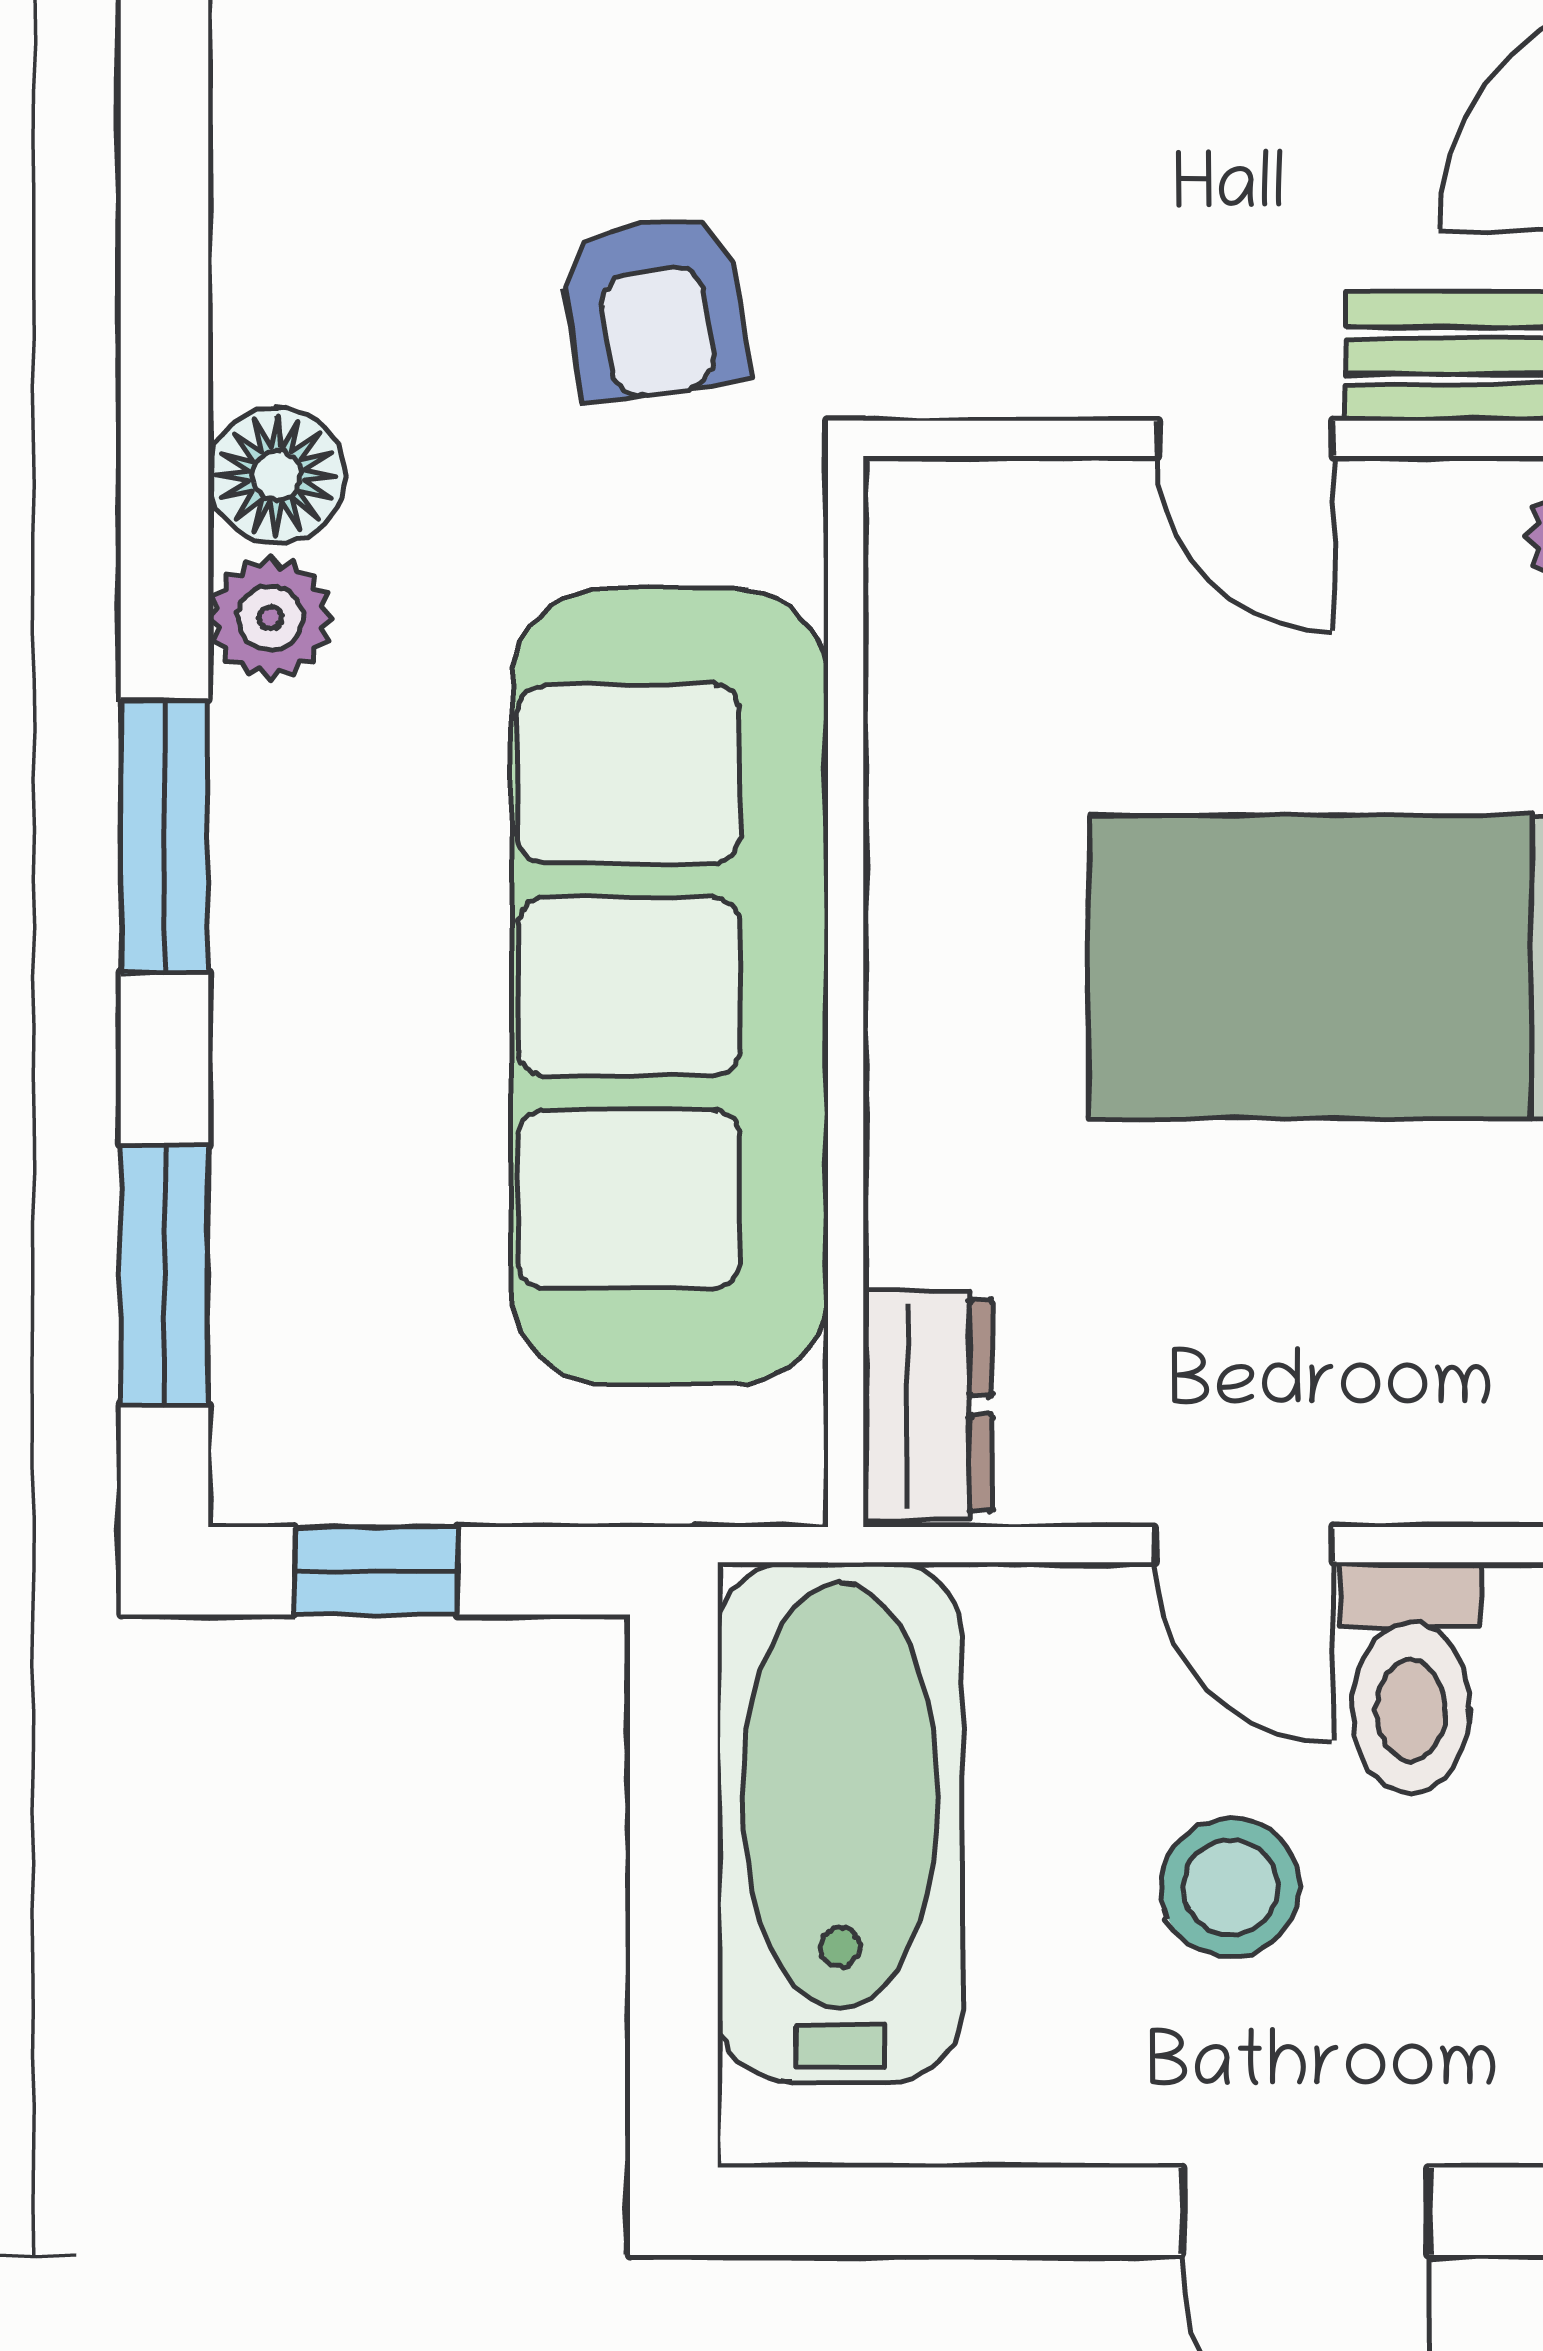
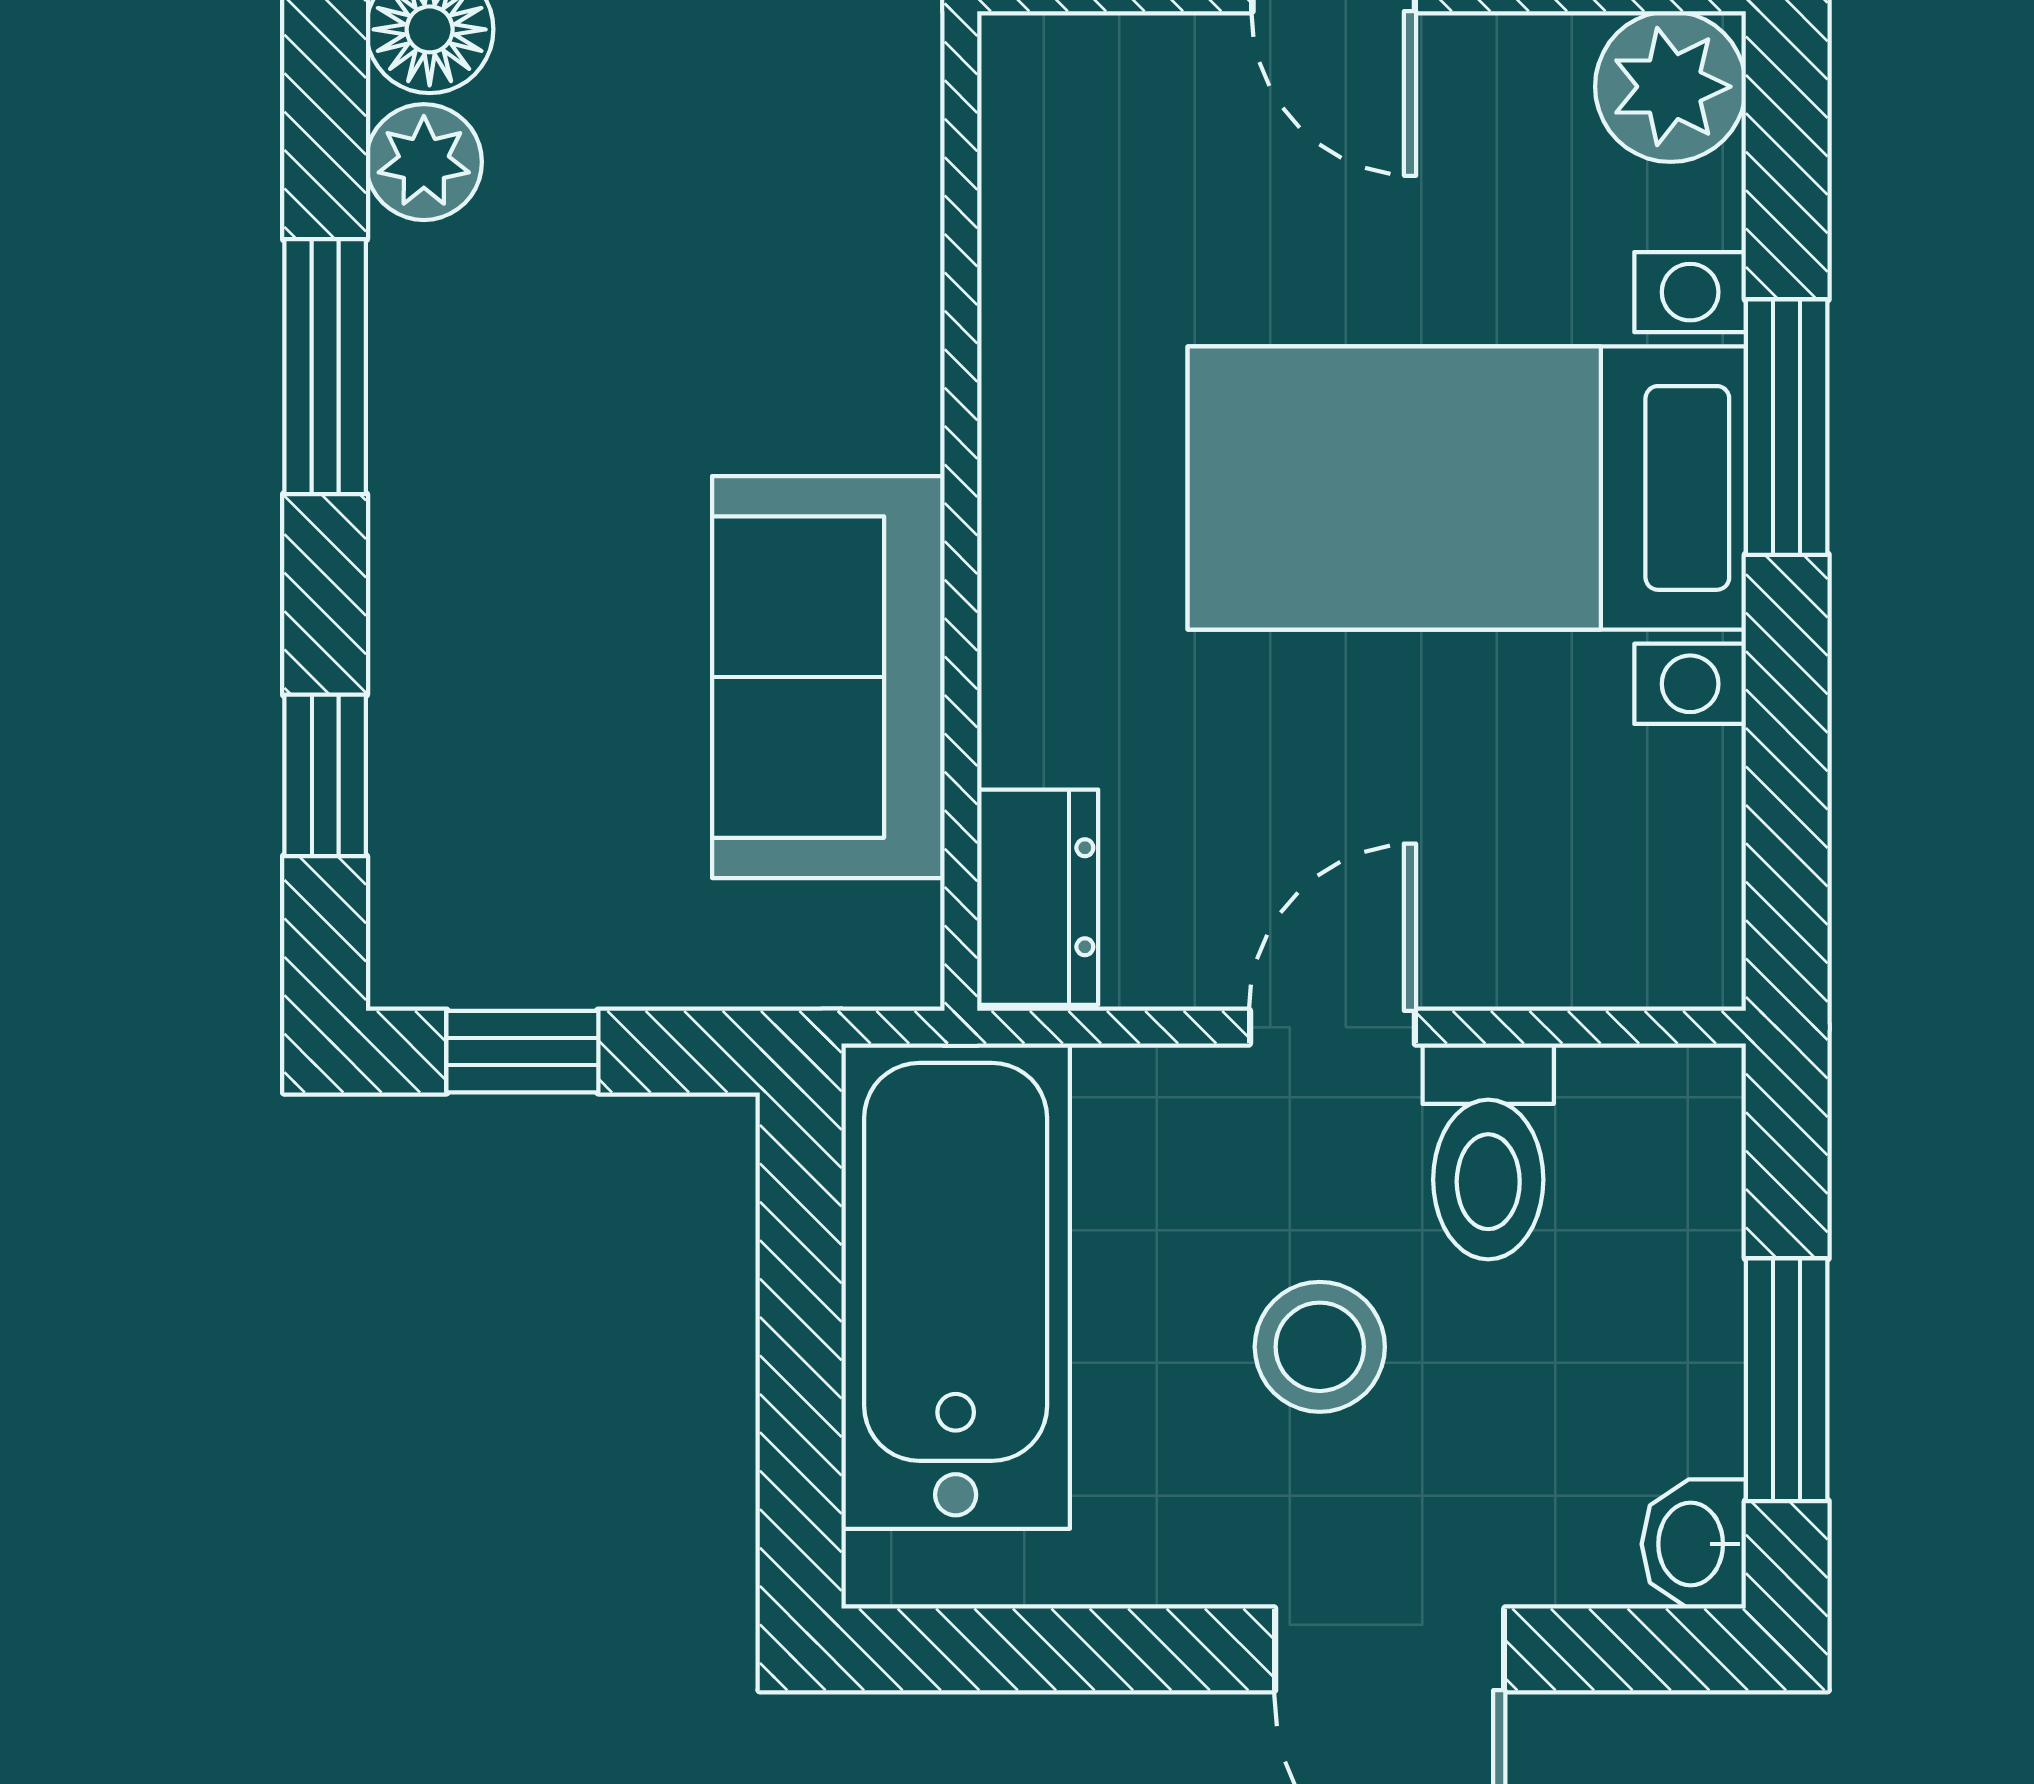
sofa: (670, 986) -> (828, 677), width x0.54, depth x0.79
window: (164, 1275) -> (325, 775), width x0.67
door: (1244, 1545) -> (1332, 1027), swing flipped

